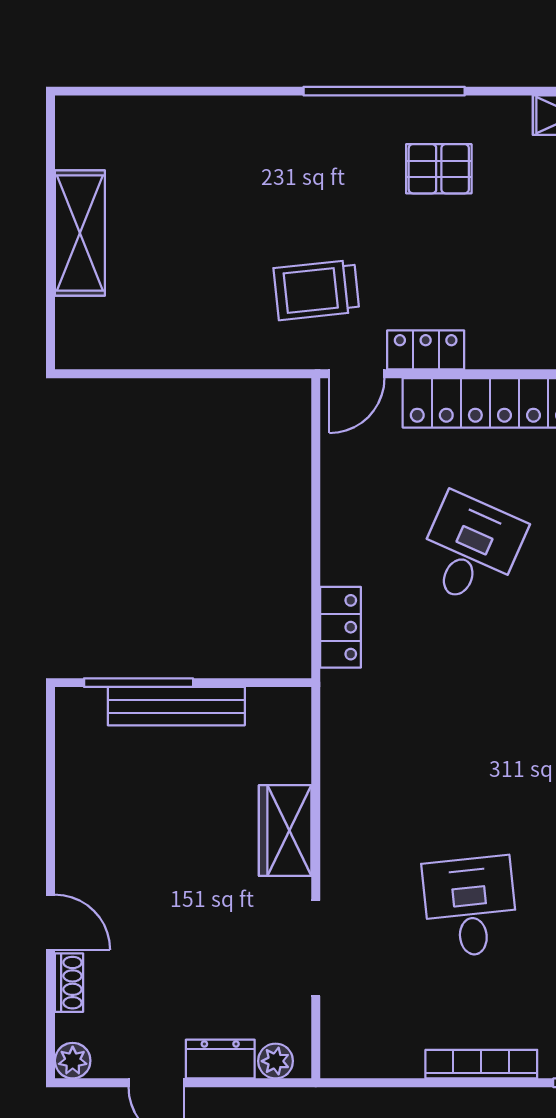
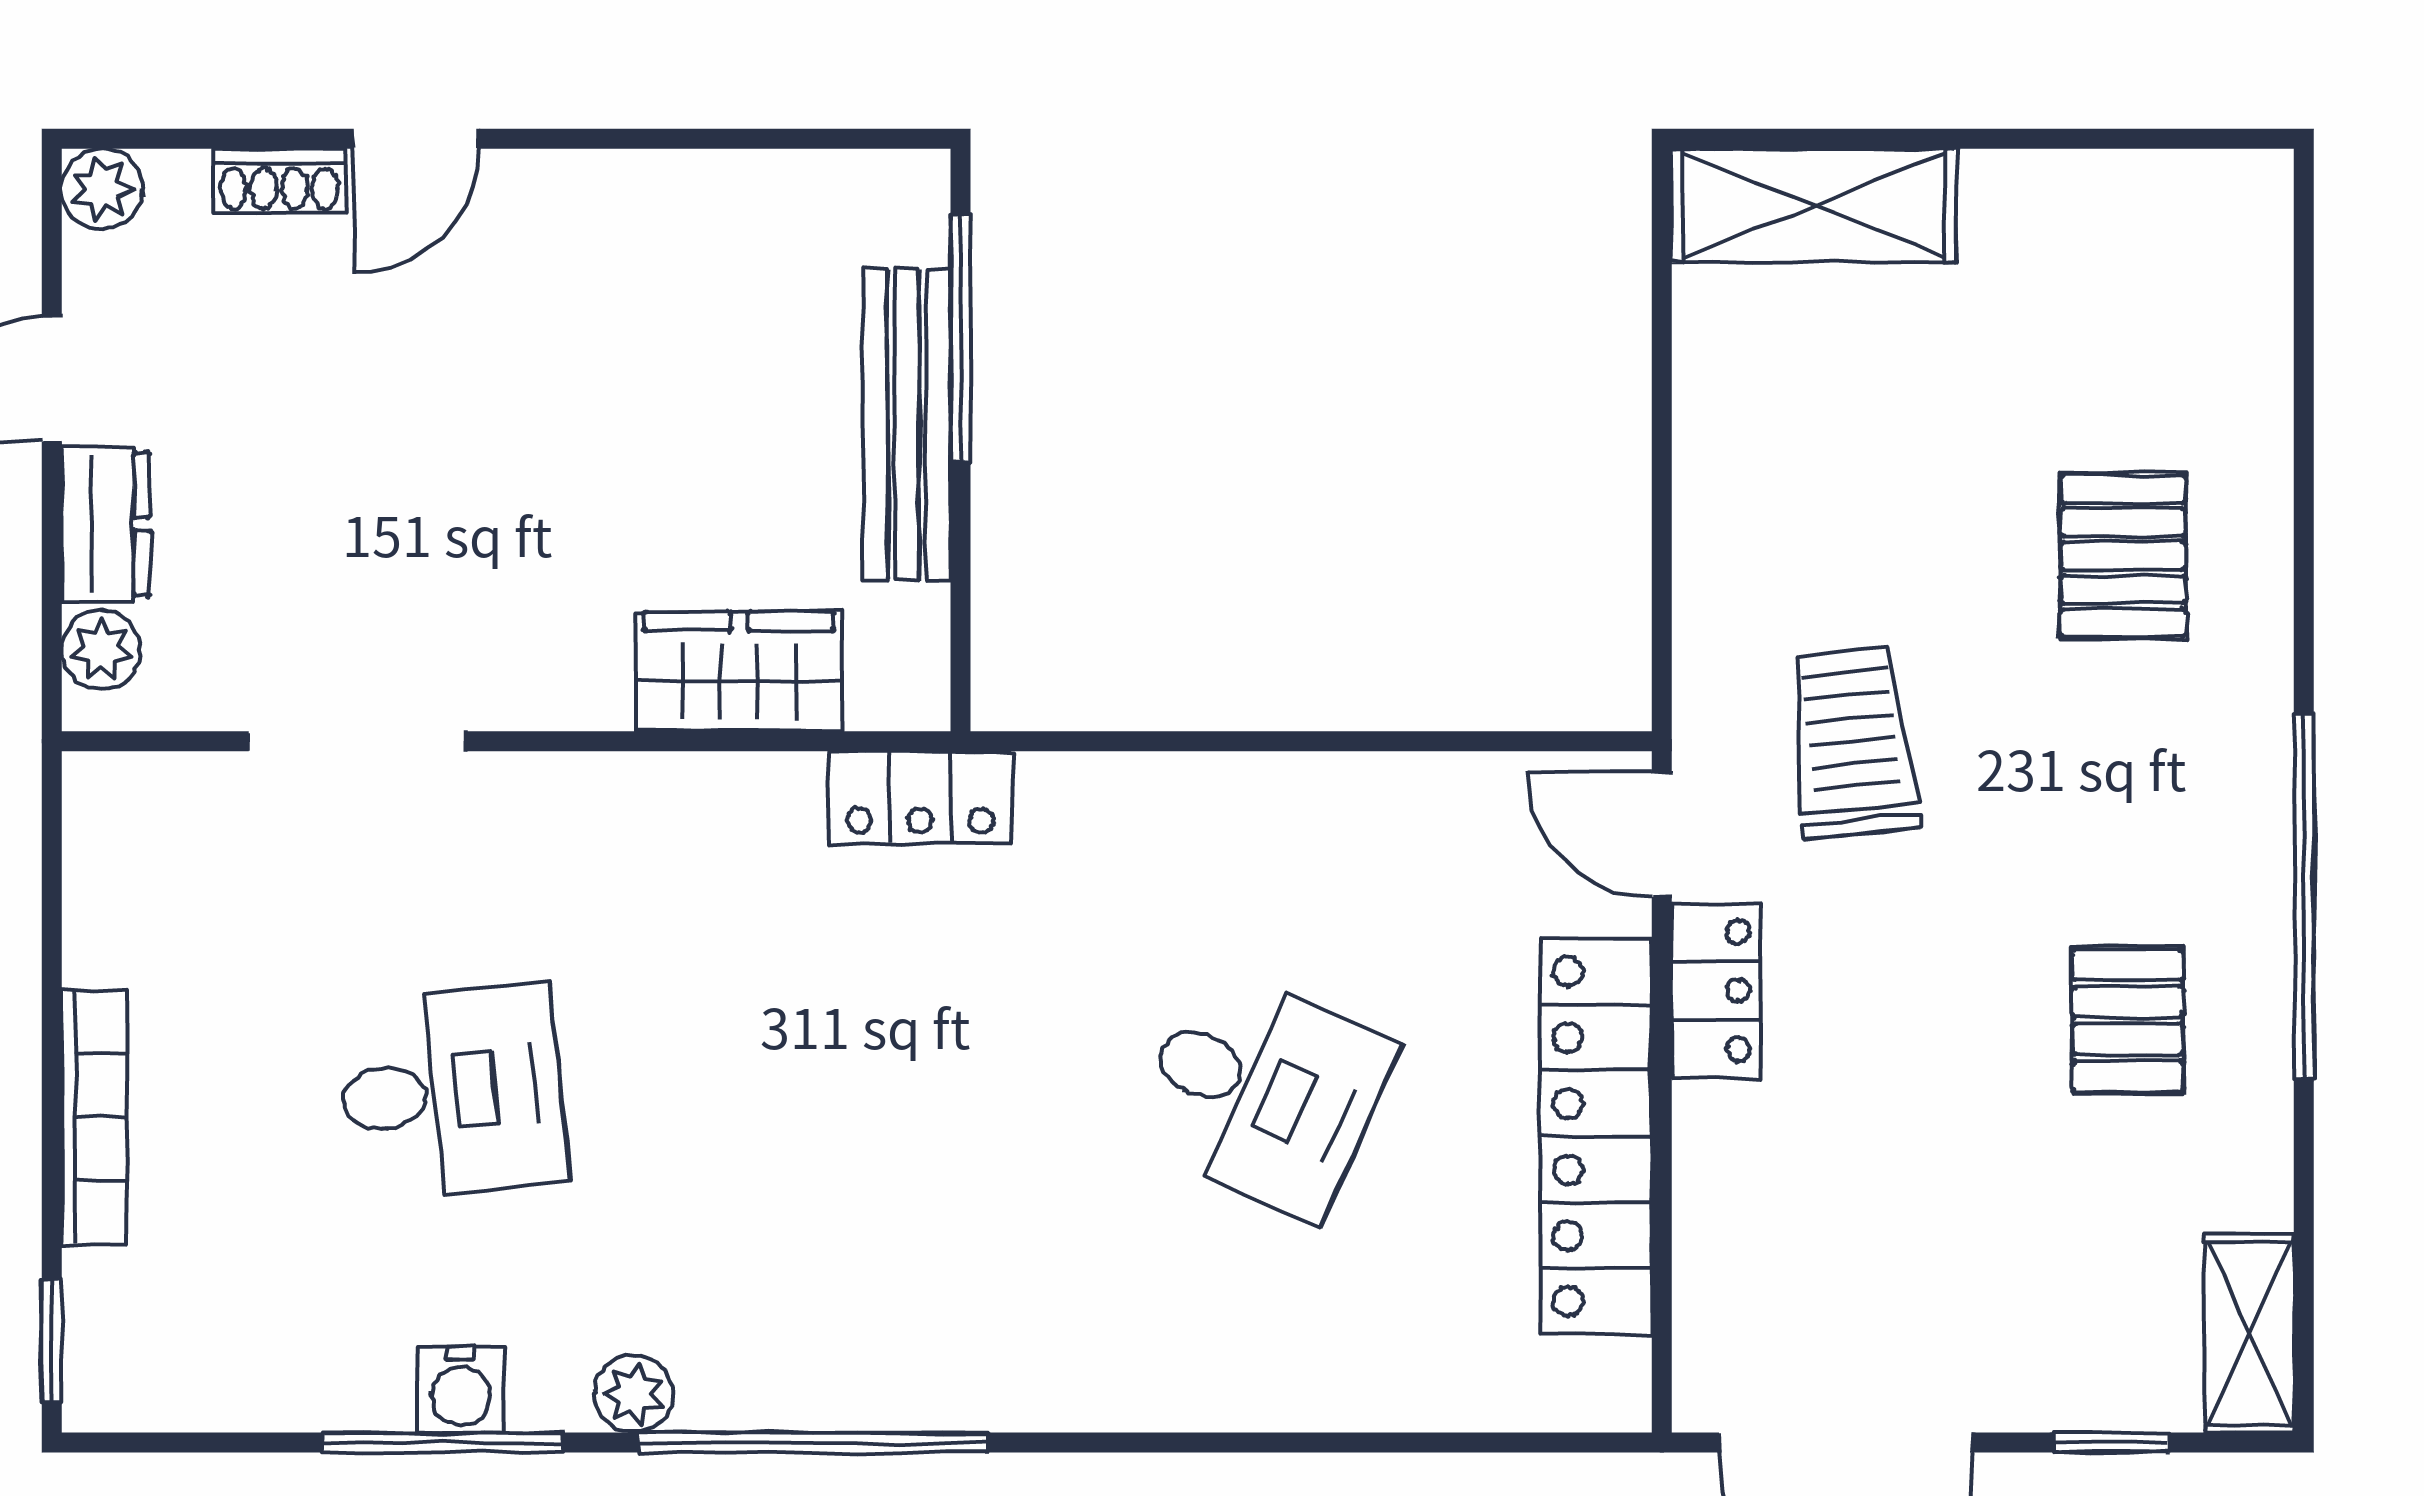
pallet: (234, 171) -> (2123, 556), added
shelving: (80, 233) -> (1814, 205), moved
locker: (341, 627) -> (920, 797), moved
wardrobe: (285, 831) -> (739, 672), moved

